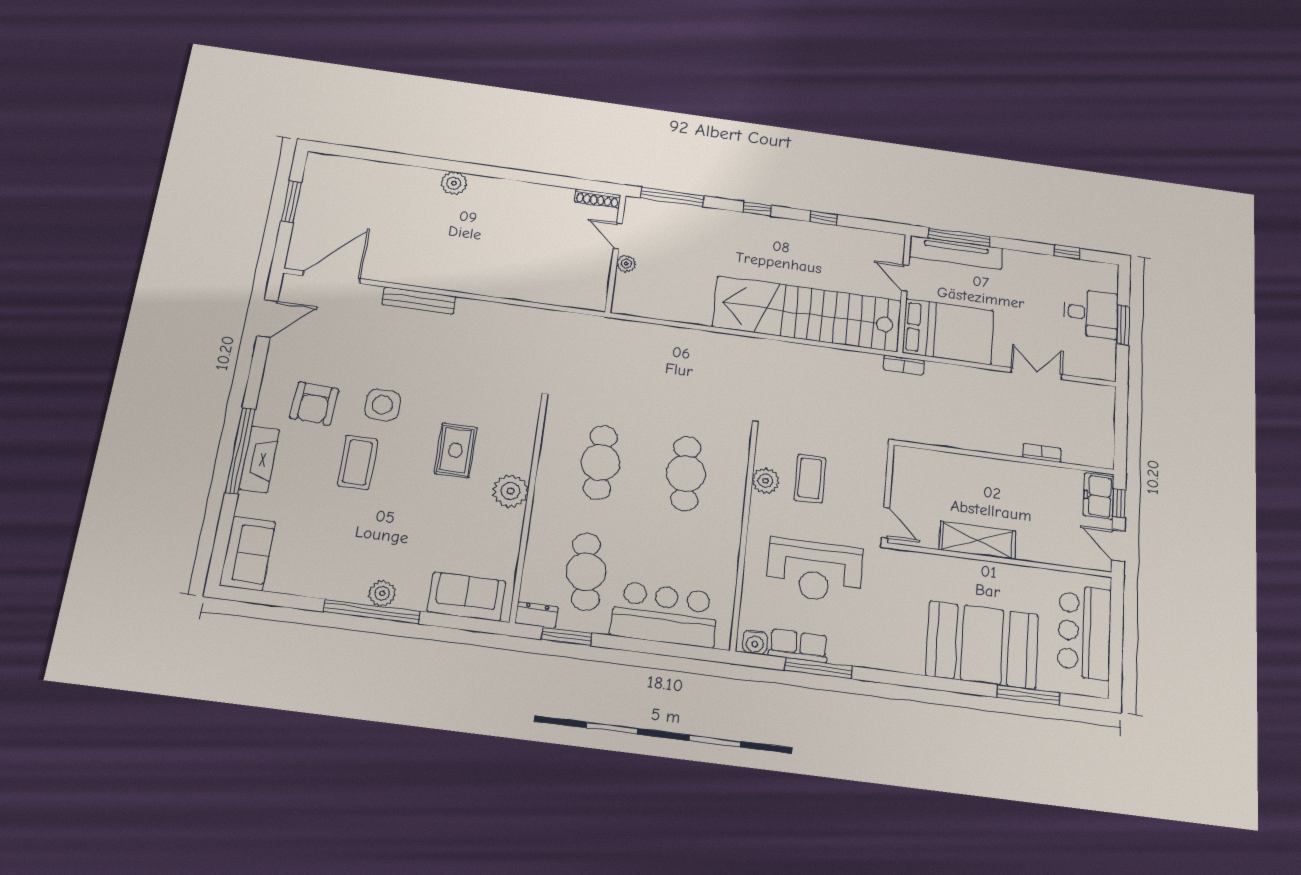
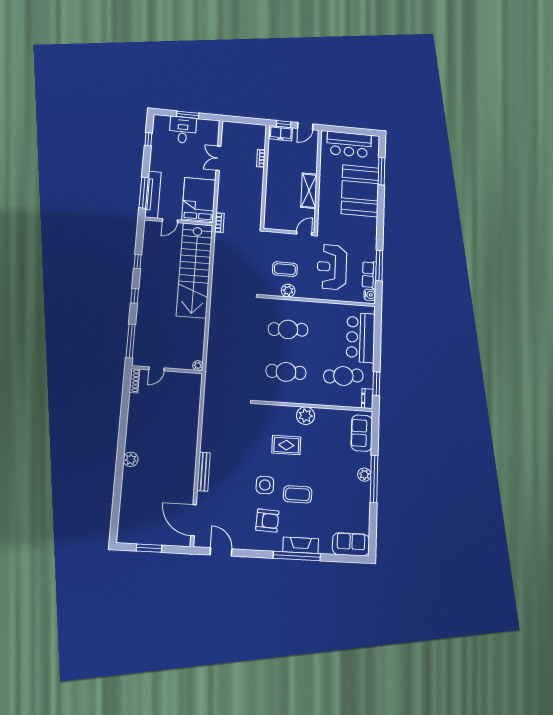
plant: (626, 264) -> (198, 366), moved
reception desk: (815, 571) -> (332, 267), turned 180

